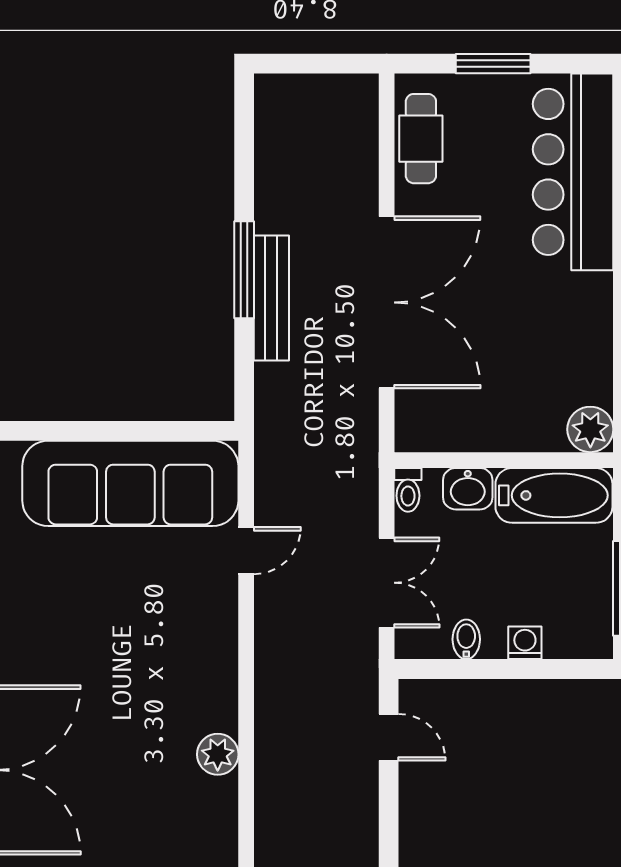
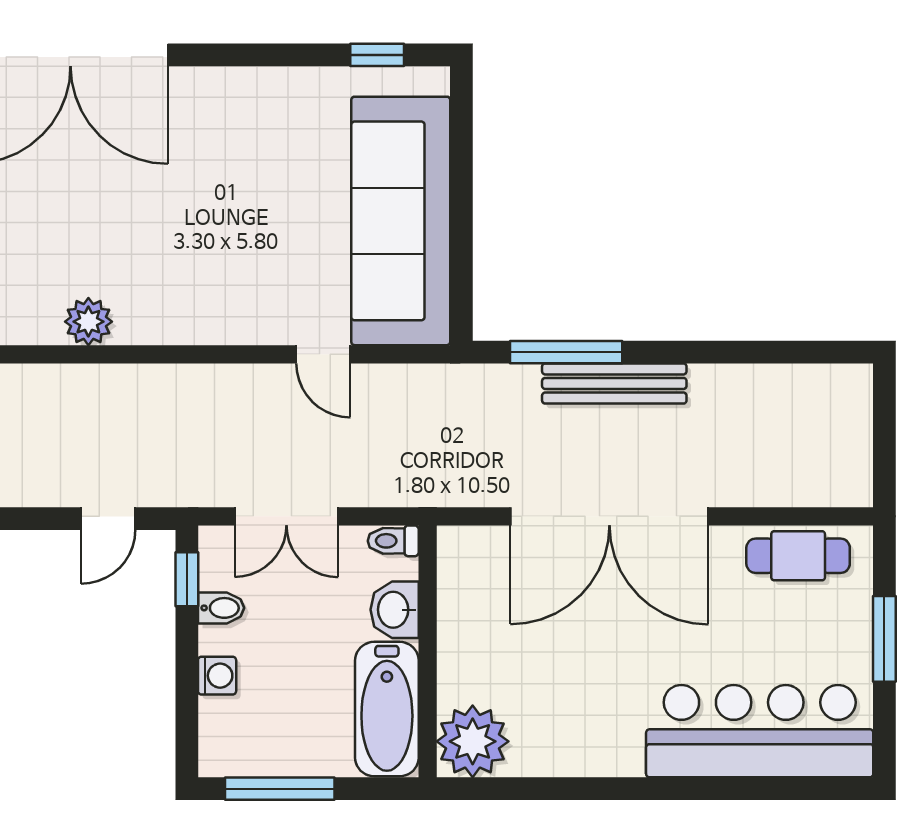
window: (244, 270) -> (566, 352), moved
plant: (590, 429) -> (473, 741), width x1.36, depth x1.36
window: (441, 669) -> (187, 579), added

